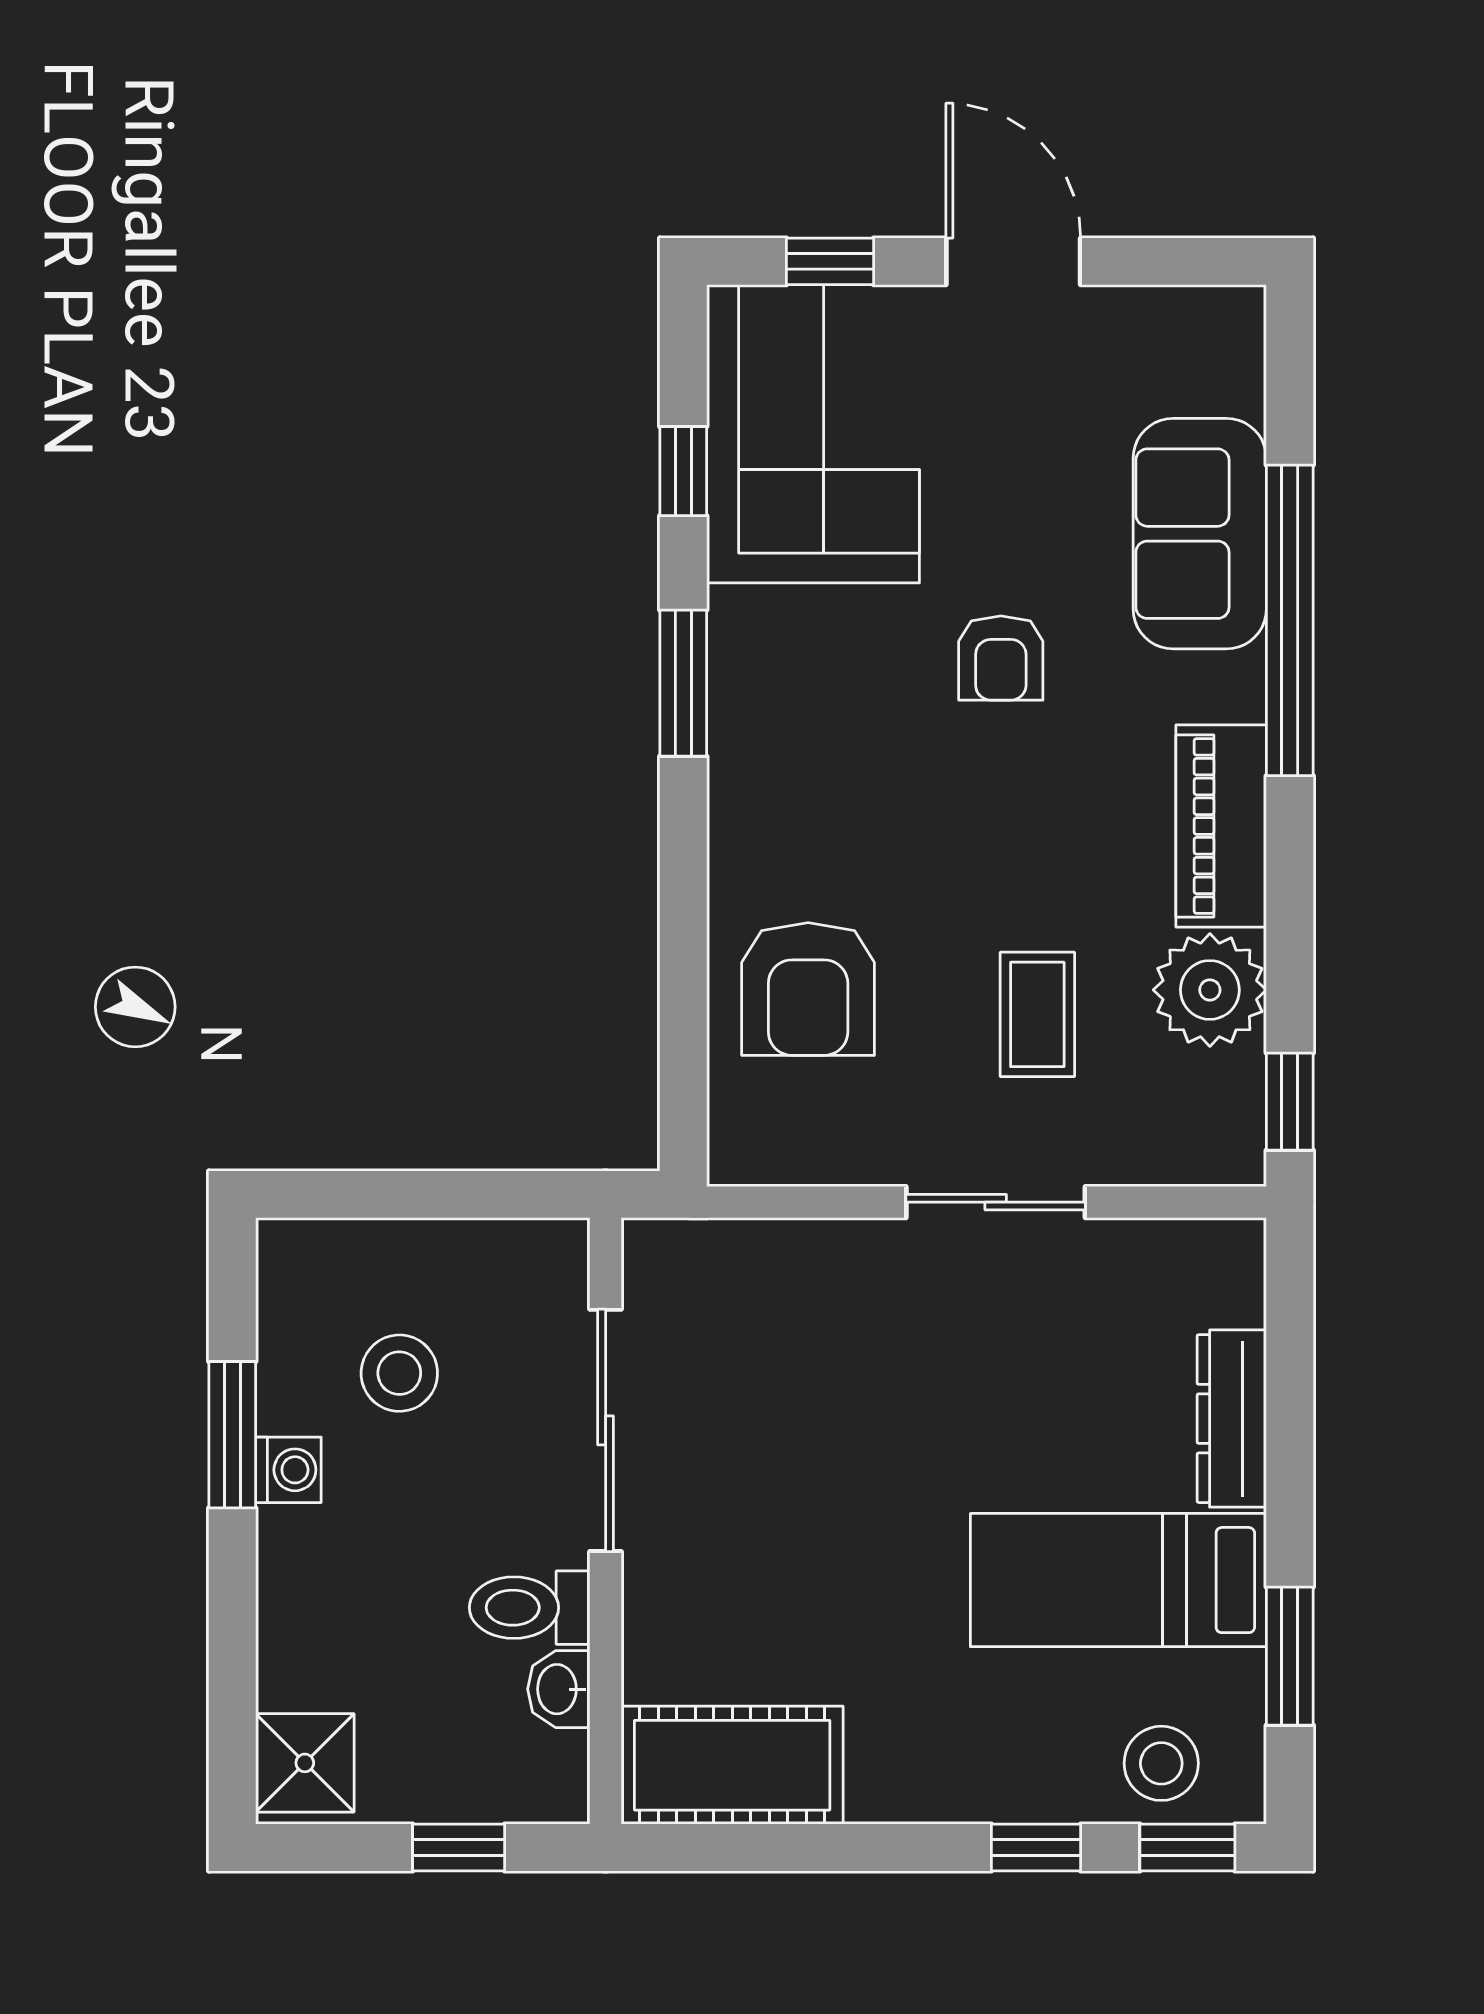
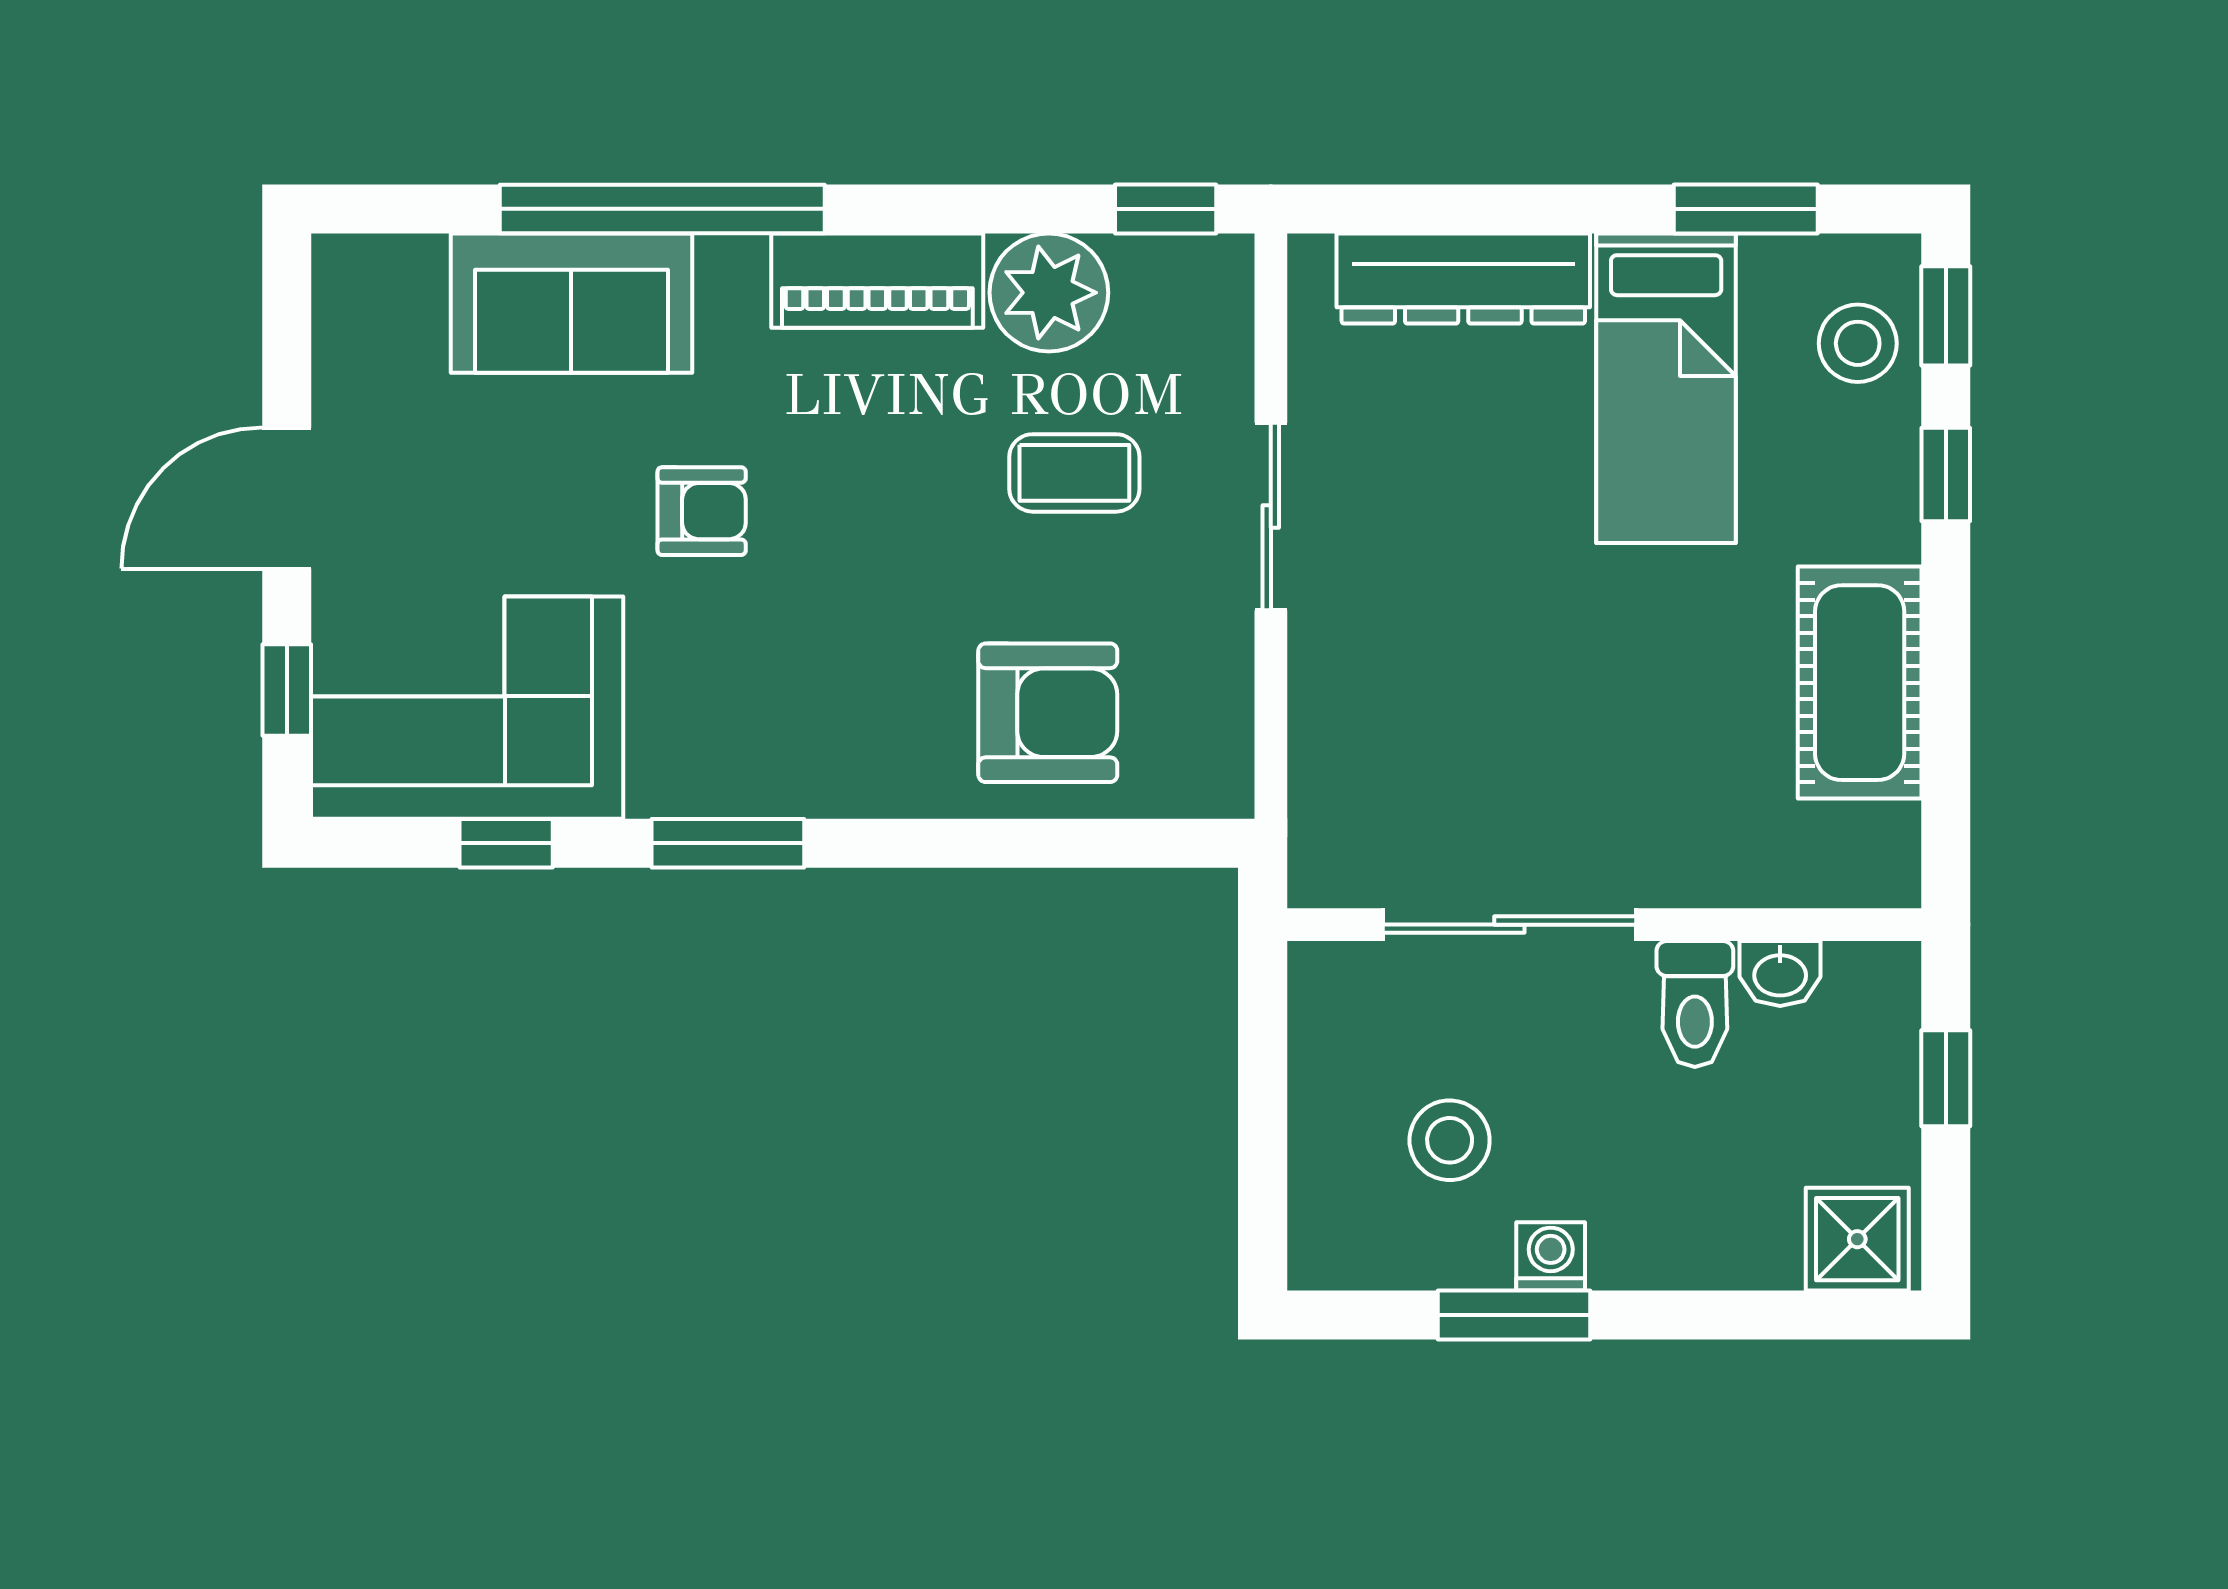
dresser: (1232, 1419) -> (1463, 278), width x1.37, depth x1.24
cot: (732, 1765) -> (1860, 683), moved

